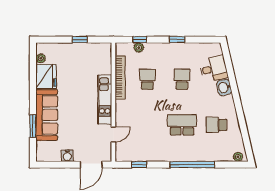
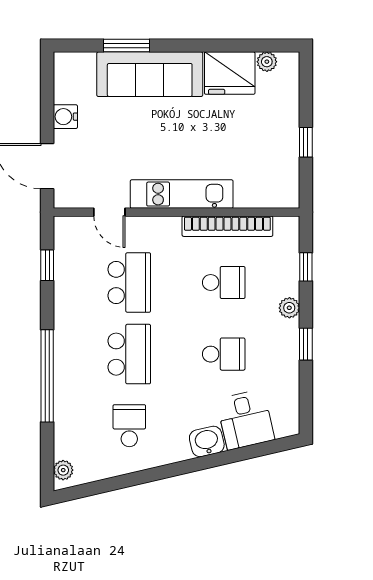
plant: (139, 48) -> (289, 308), moved
school desk: (147, 125) -> (129, 282), added

